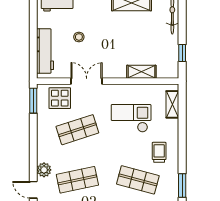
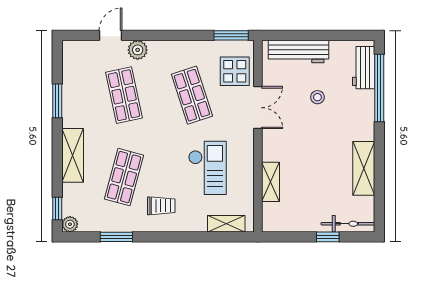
window: (182, 53) -> (328, 237), moved

